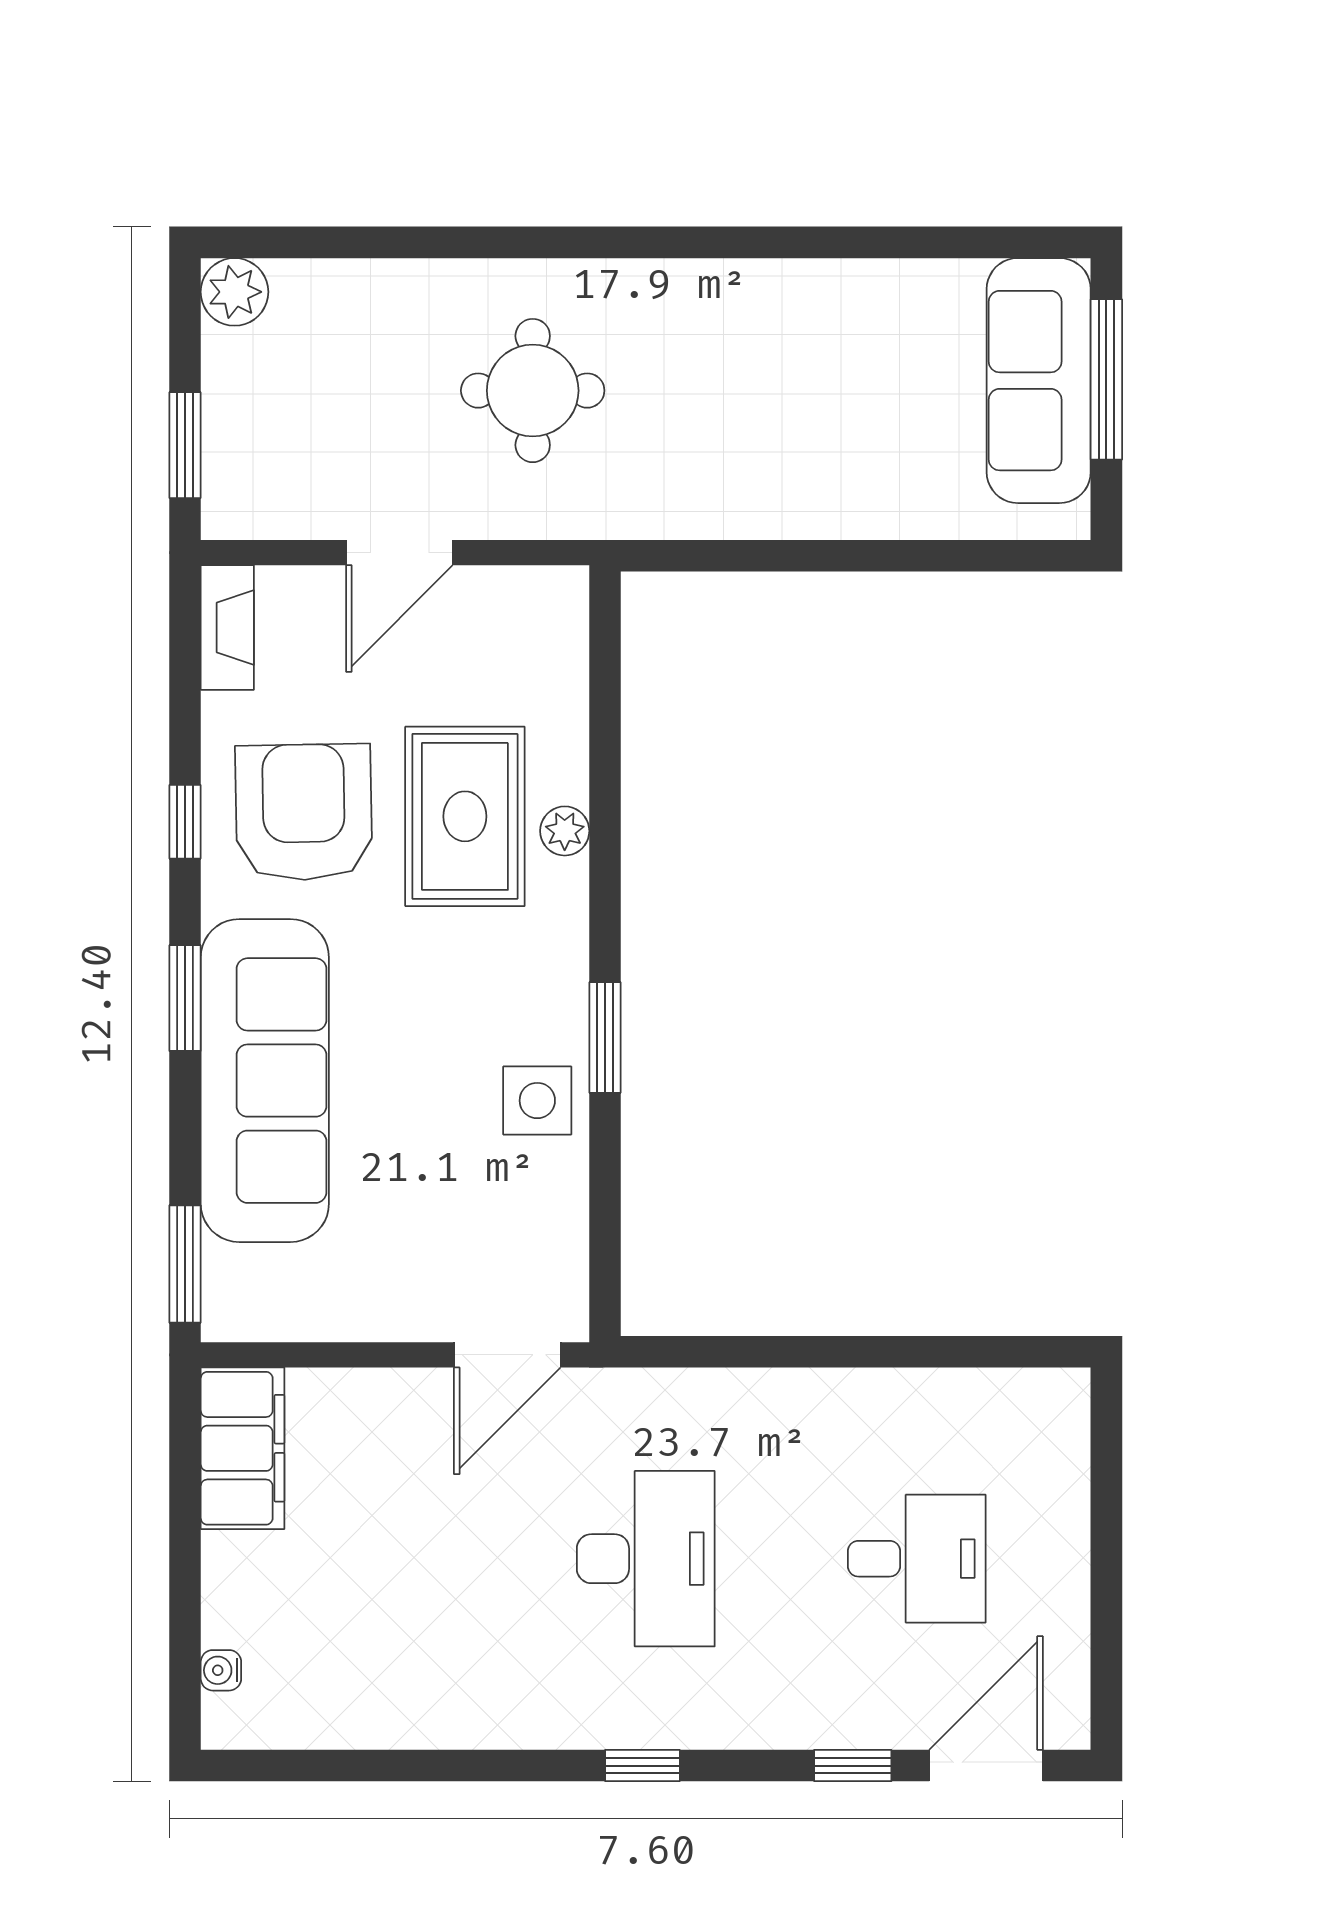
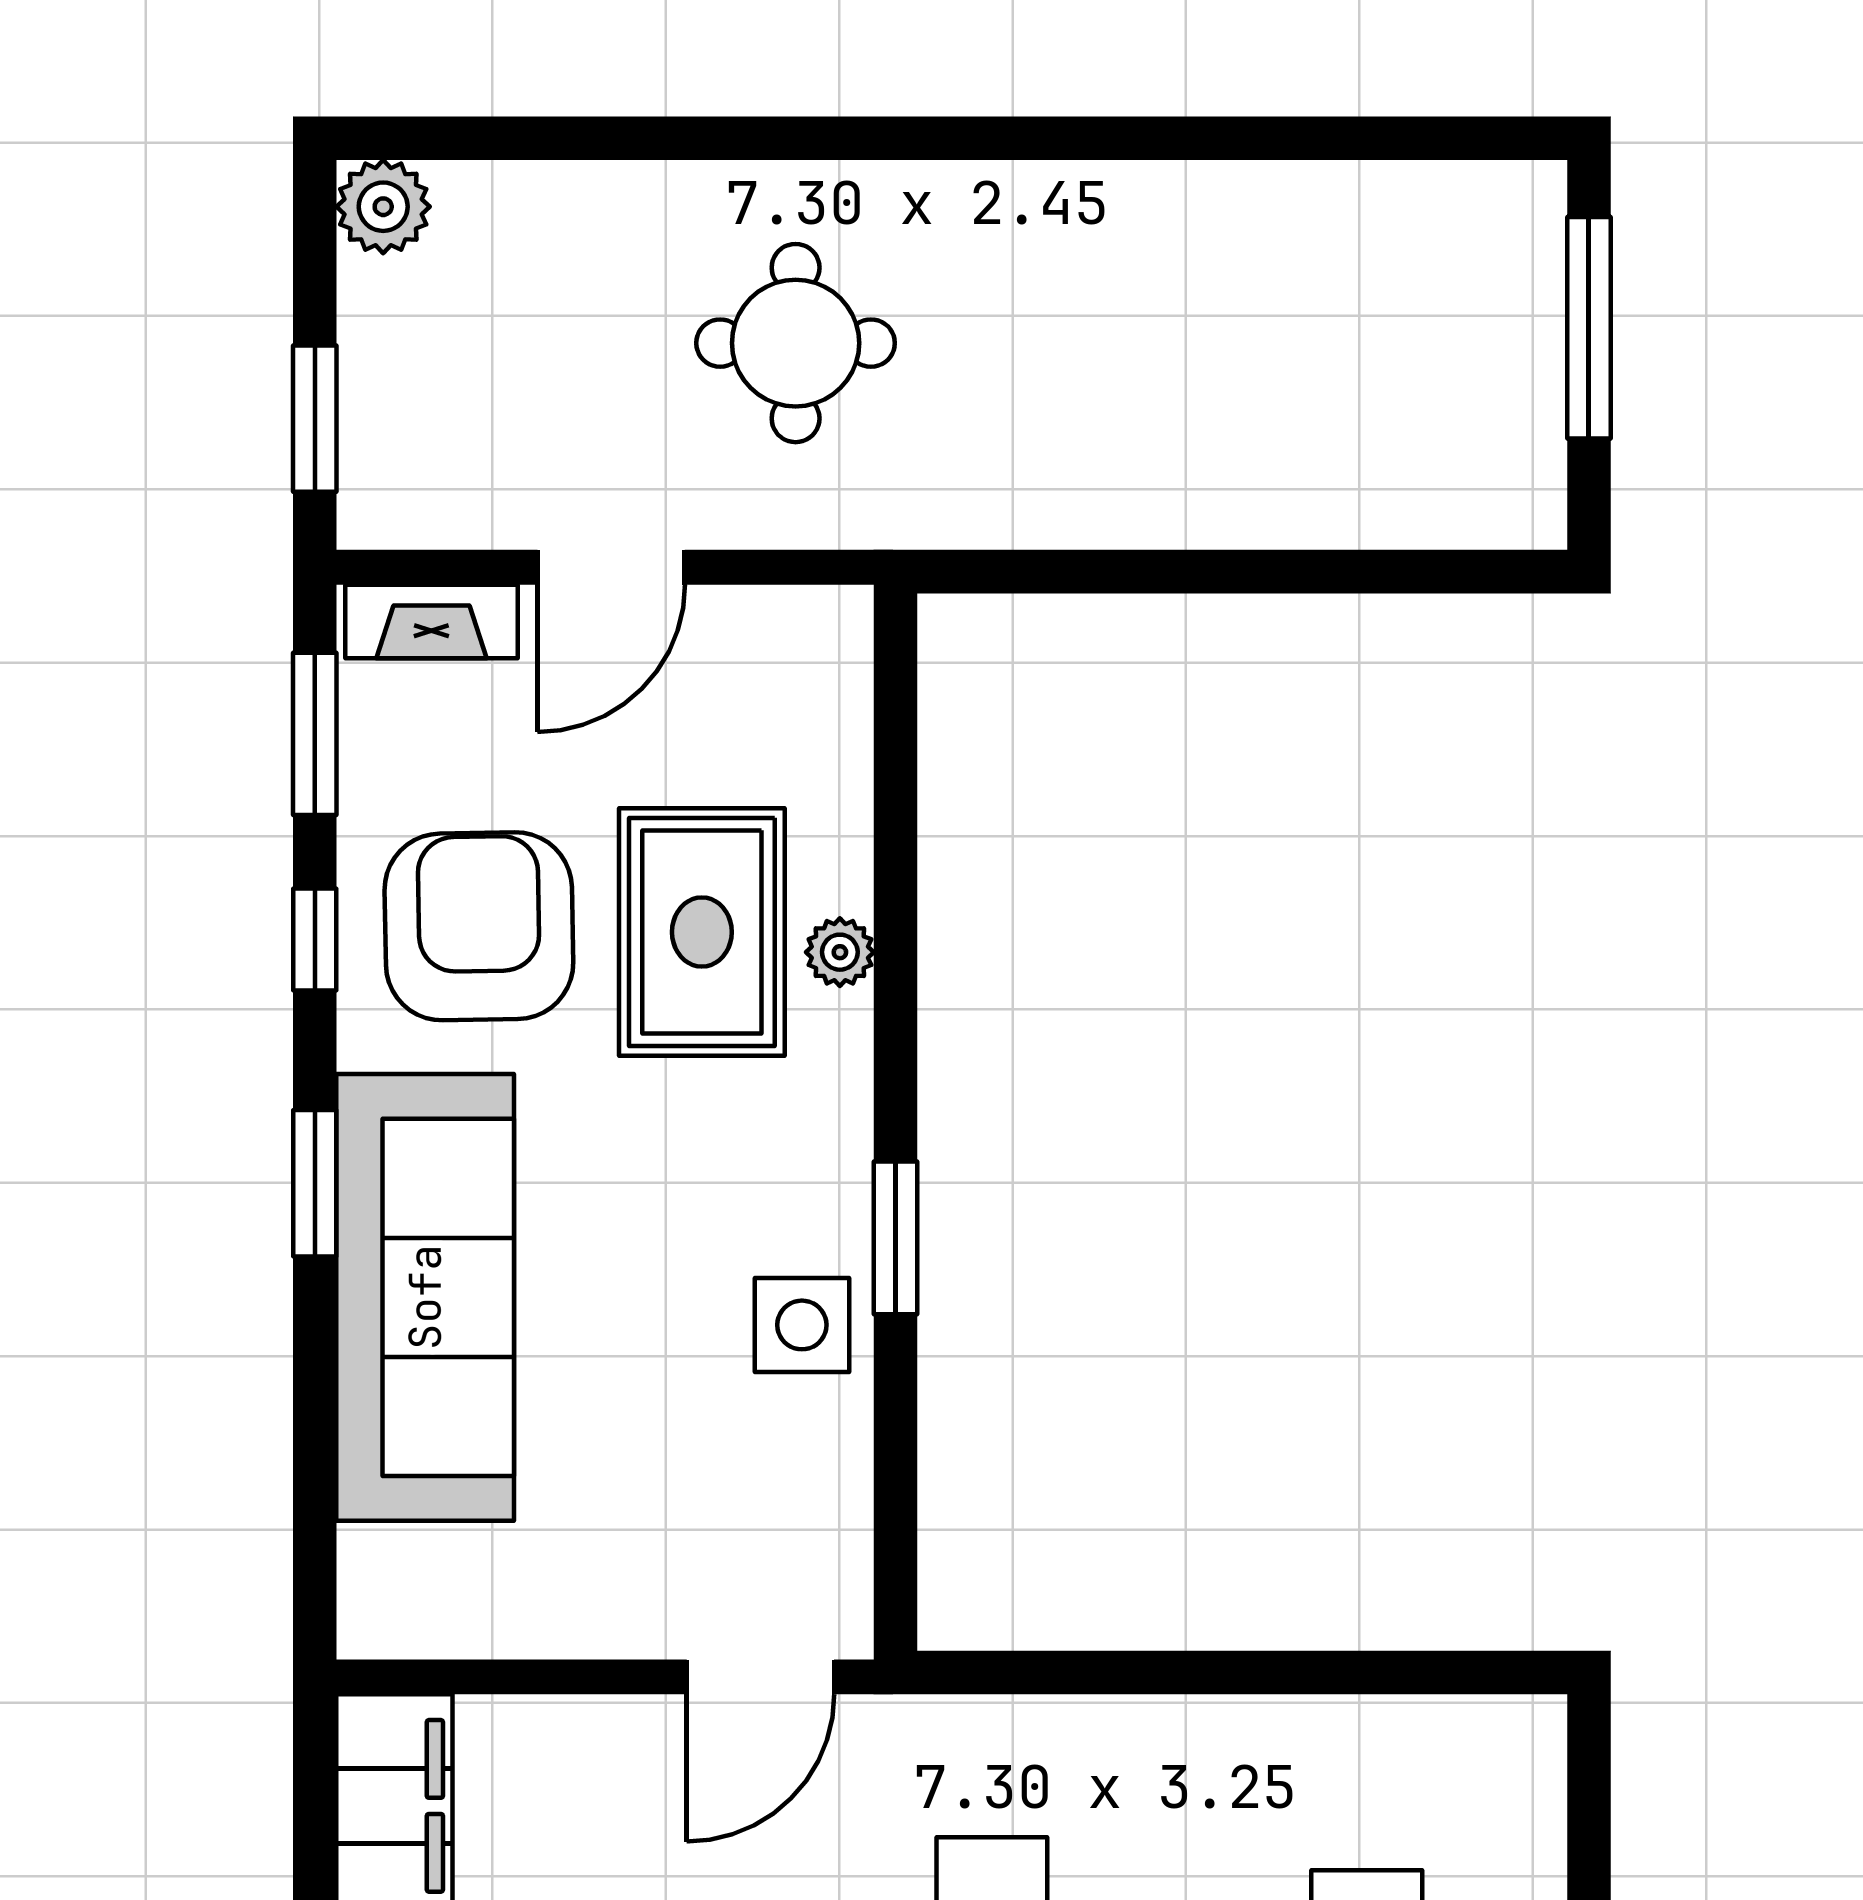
sofa: (1039, 381) -> (1495, 329), removed
fireplace: (227, 628) -> (431, 621), moved, turned 90
window: (185, 1264) -> (315, 734), moved

